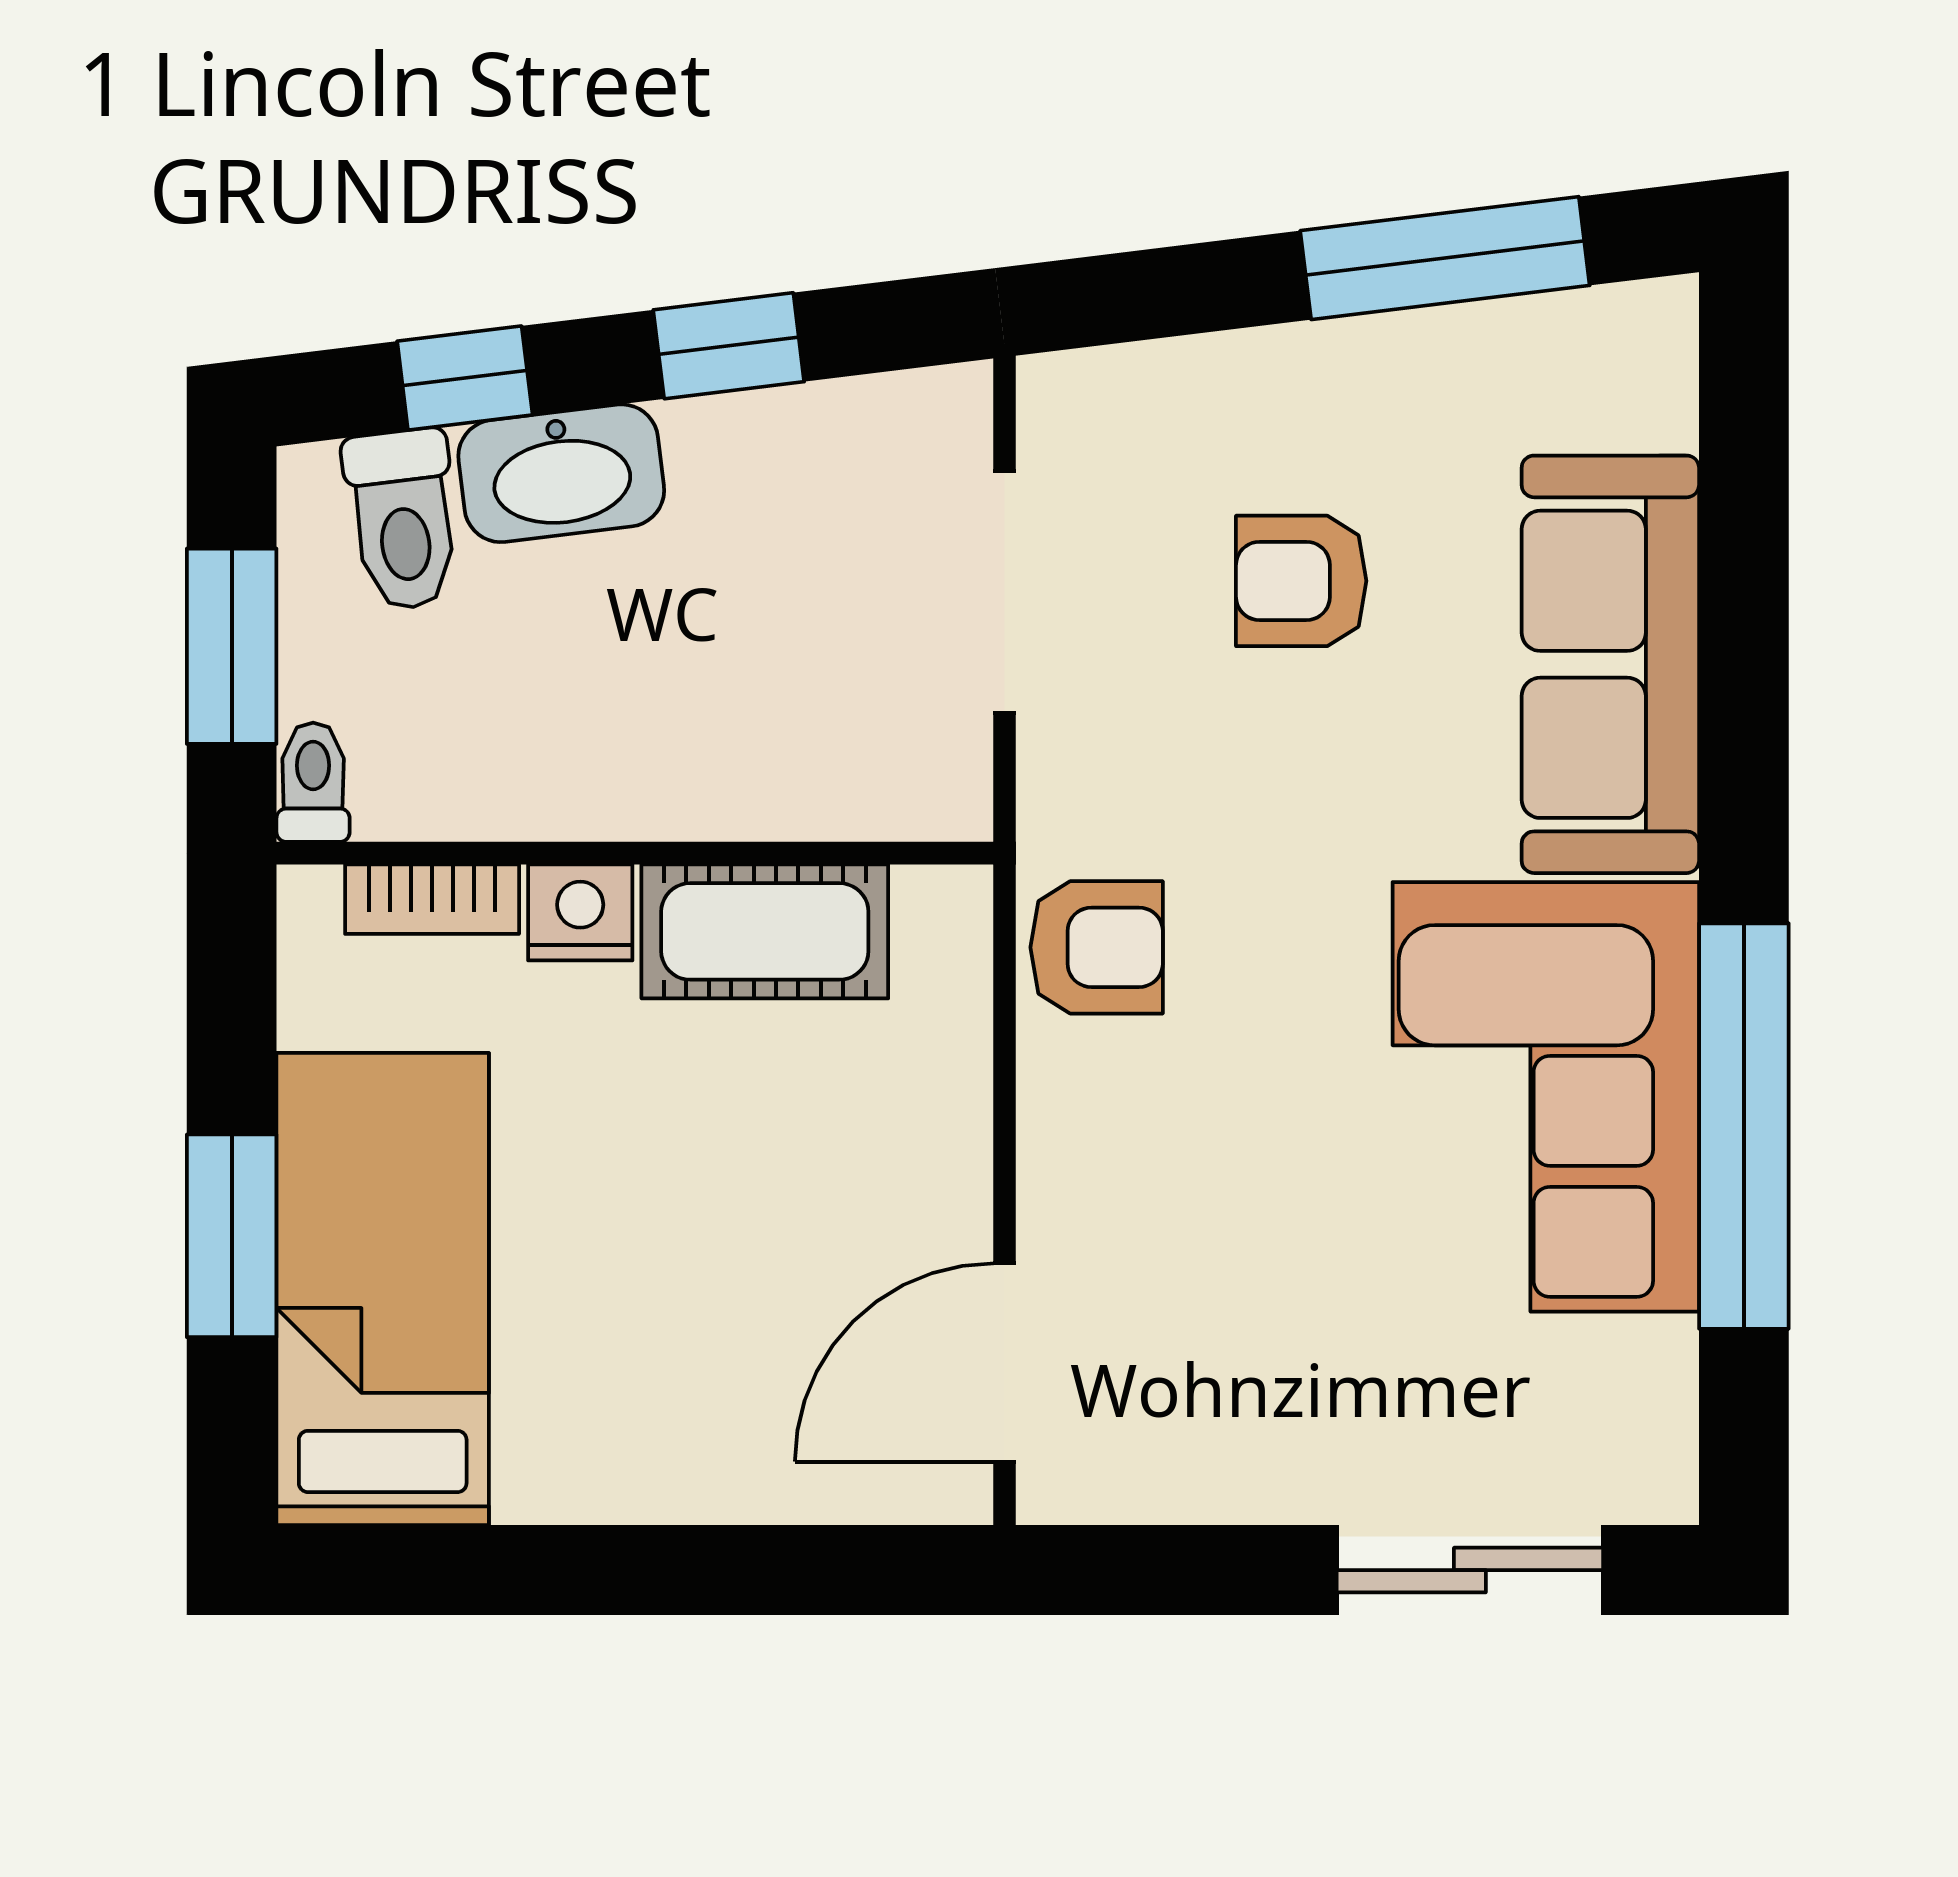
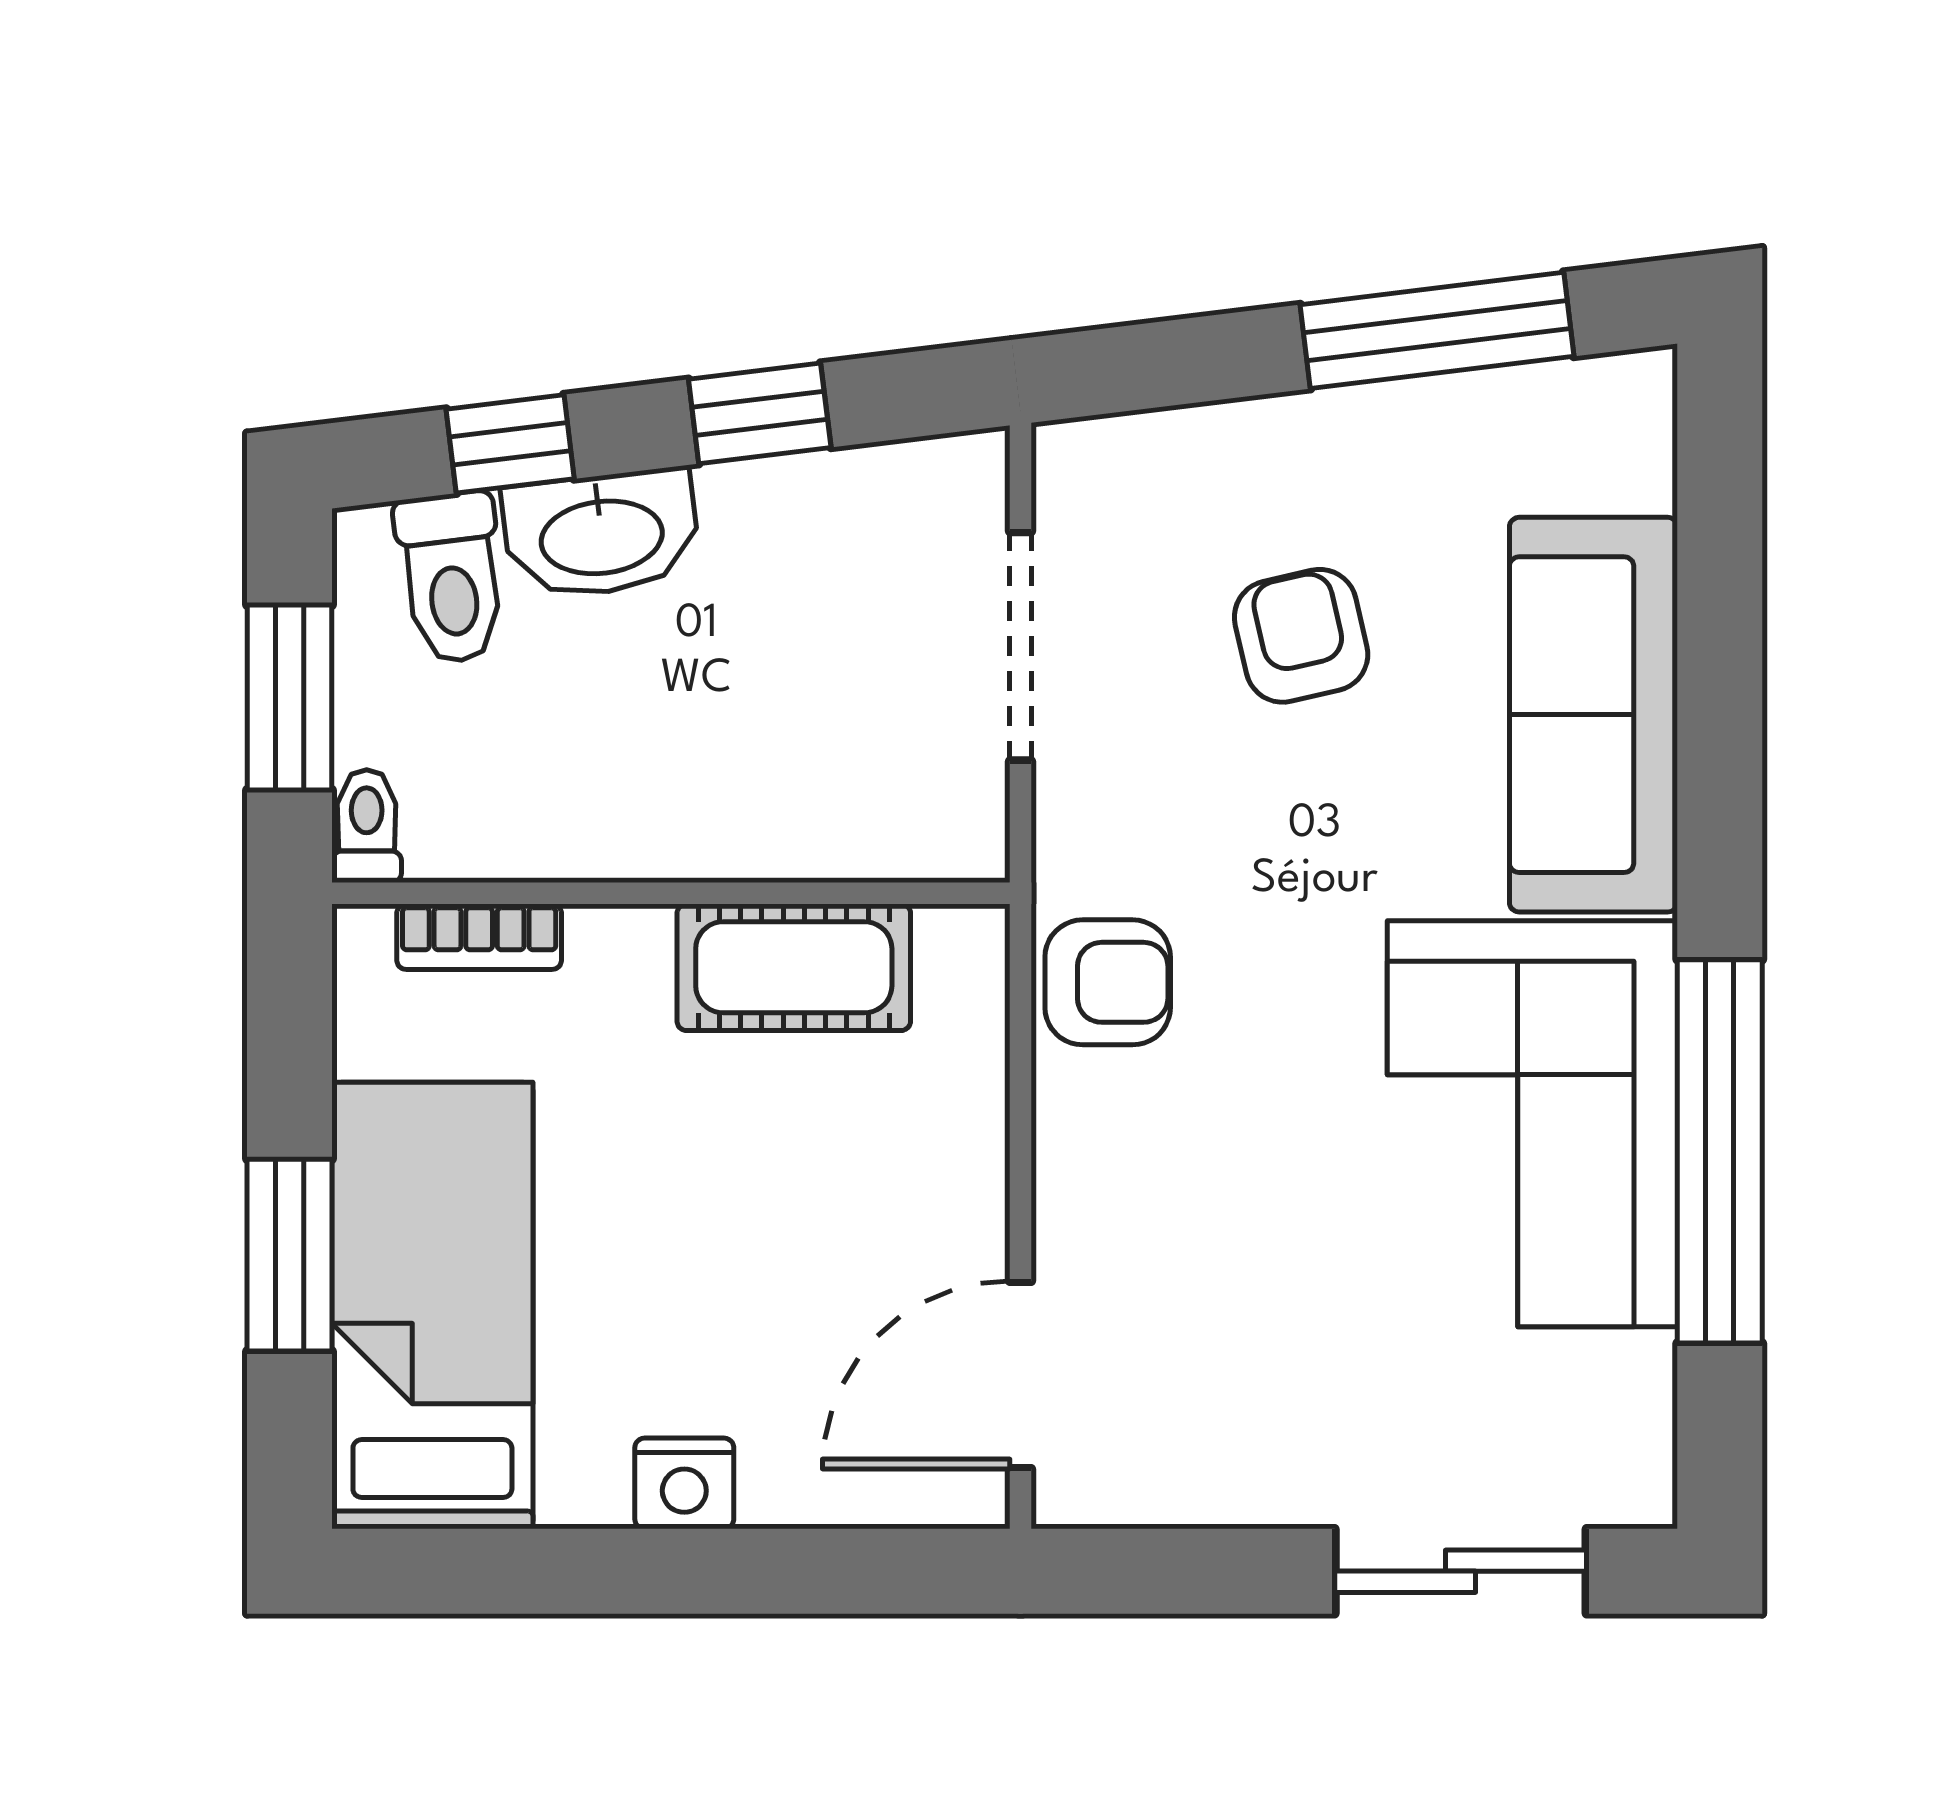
armchair: (1301, 581) -> (1301, 636), turned 77
nightstand: (580, 912) -> (684, 1483), moved, turned 180

